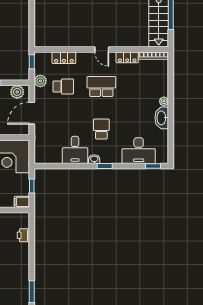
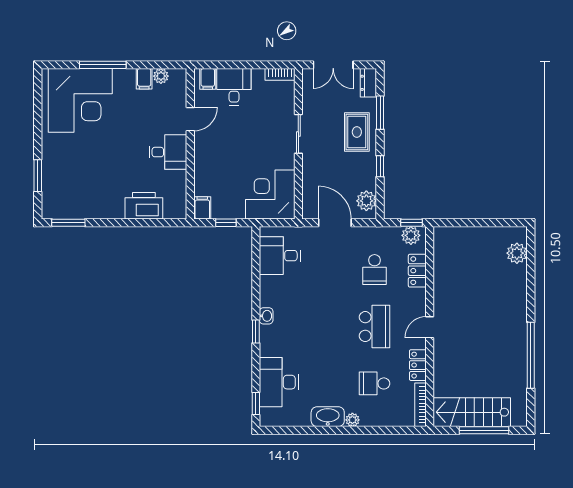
plant: (40, 81) -> (411, 235), moved
school desk: (101, 129) -> (375, 383), moved, turned 180
desk: (75, 150) -> (280, 256), moved
printer: (23, 235) -> (144, 206), width x1.87, depth x1.48

